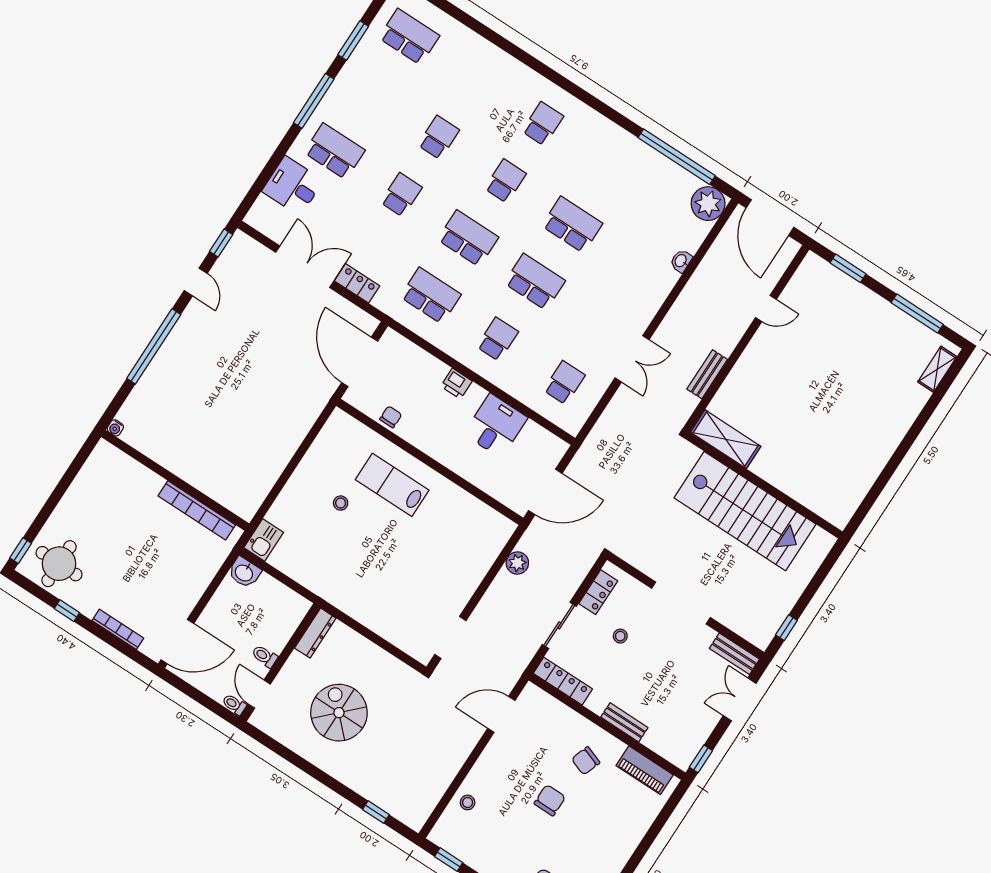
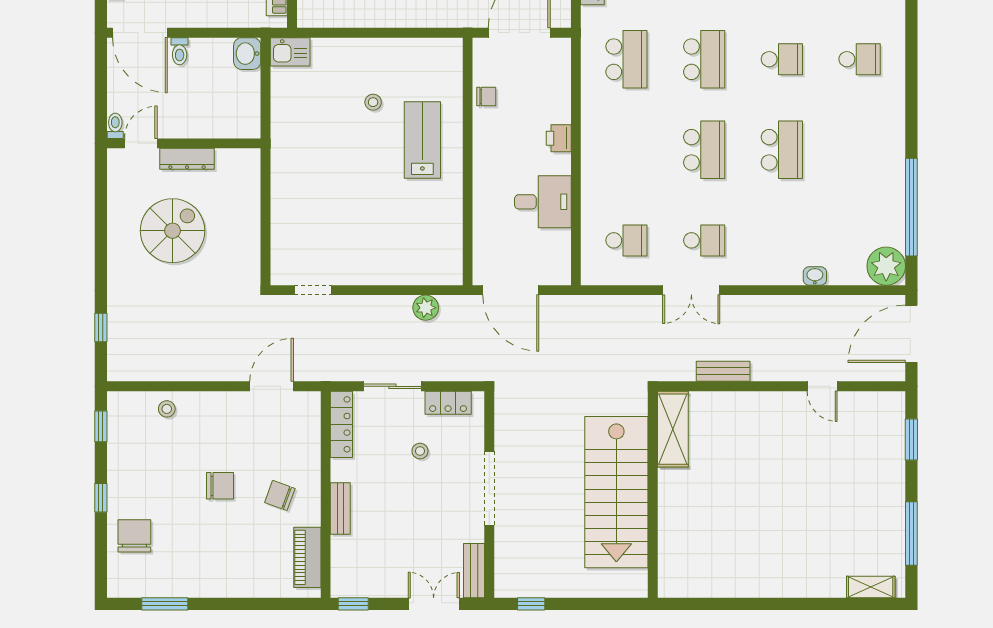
school desk: (497, 339) -> (704, 240), moved
dresser: (315, 633) -> (187, 159), moved
doorway: (450, 638) -> (313, 290), width x0.73
toilet: (265, 656) -> (180, 51), moved, turned 180
door: (501, 714) -> (272, 386), hinge flipped

